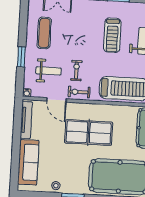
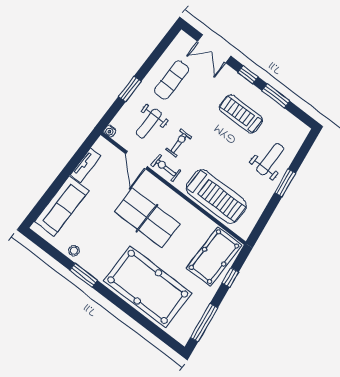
treadmill: (112, 35) -> (241, 114), moved, turned 90
weight bench: (49, 71) -> (149, 124), turned 90
tv unit: (26, 120) -> (86, 165), width x0.71

